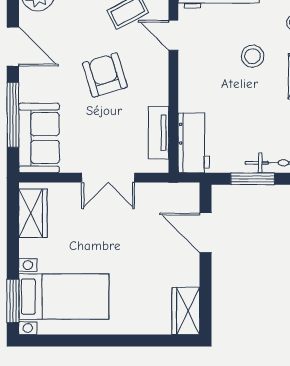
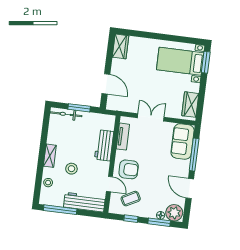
armchair: (105, 75) -> (129, 169), moved, turned -73
workbench: (194, 143) -> (104, 145), moved

